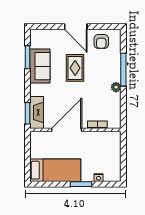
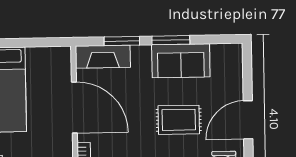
window: (27, 57) -> (171, 40), moved
window: (27, 113) -> (122, 41), moved

